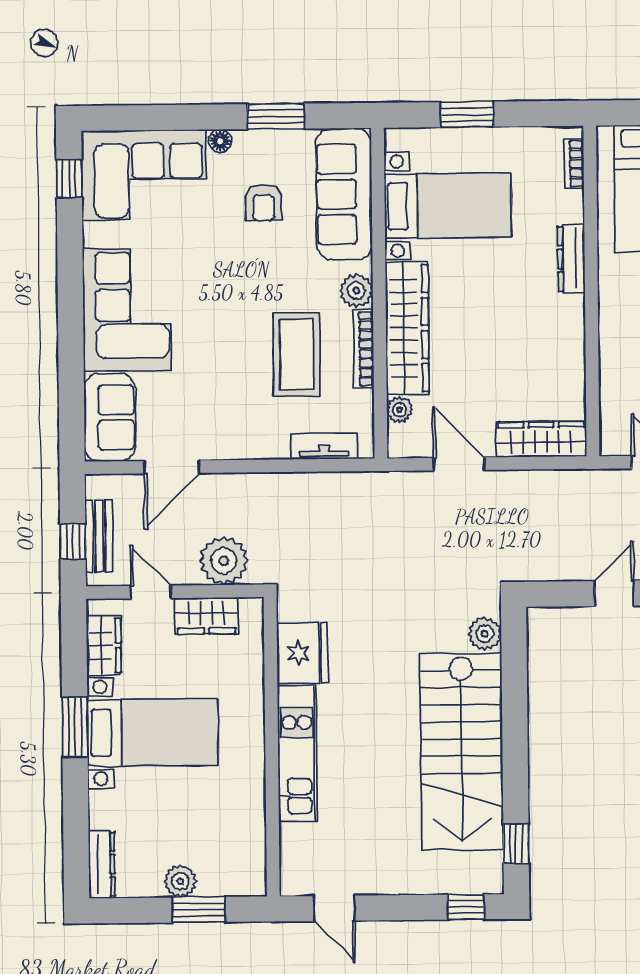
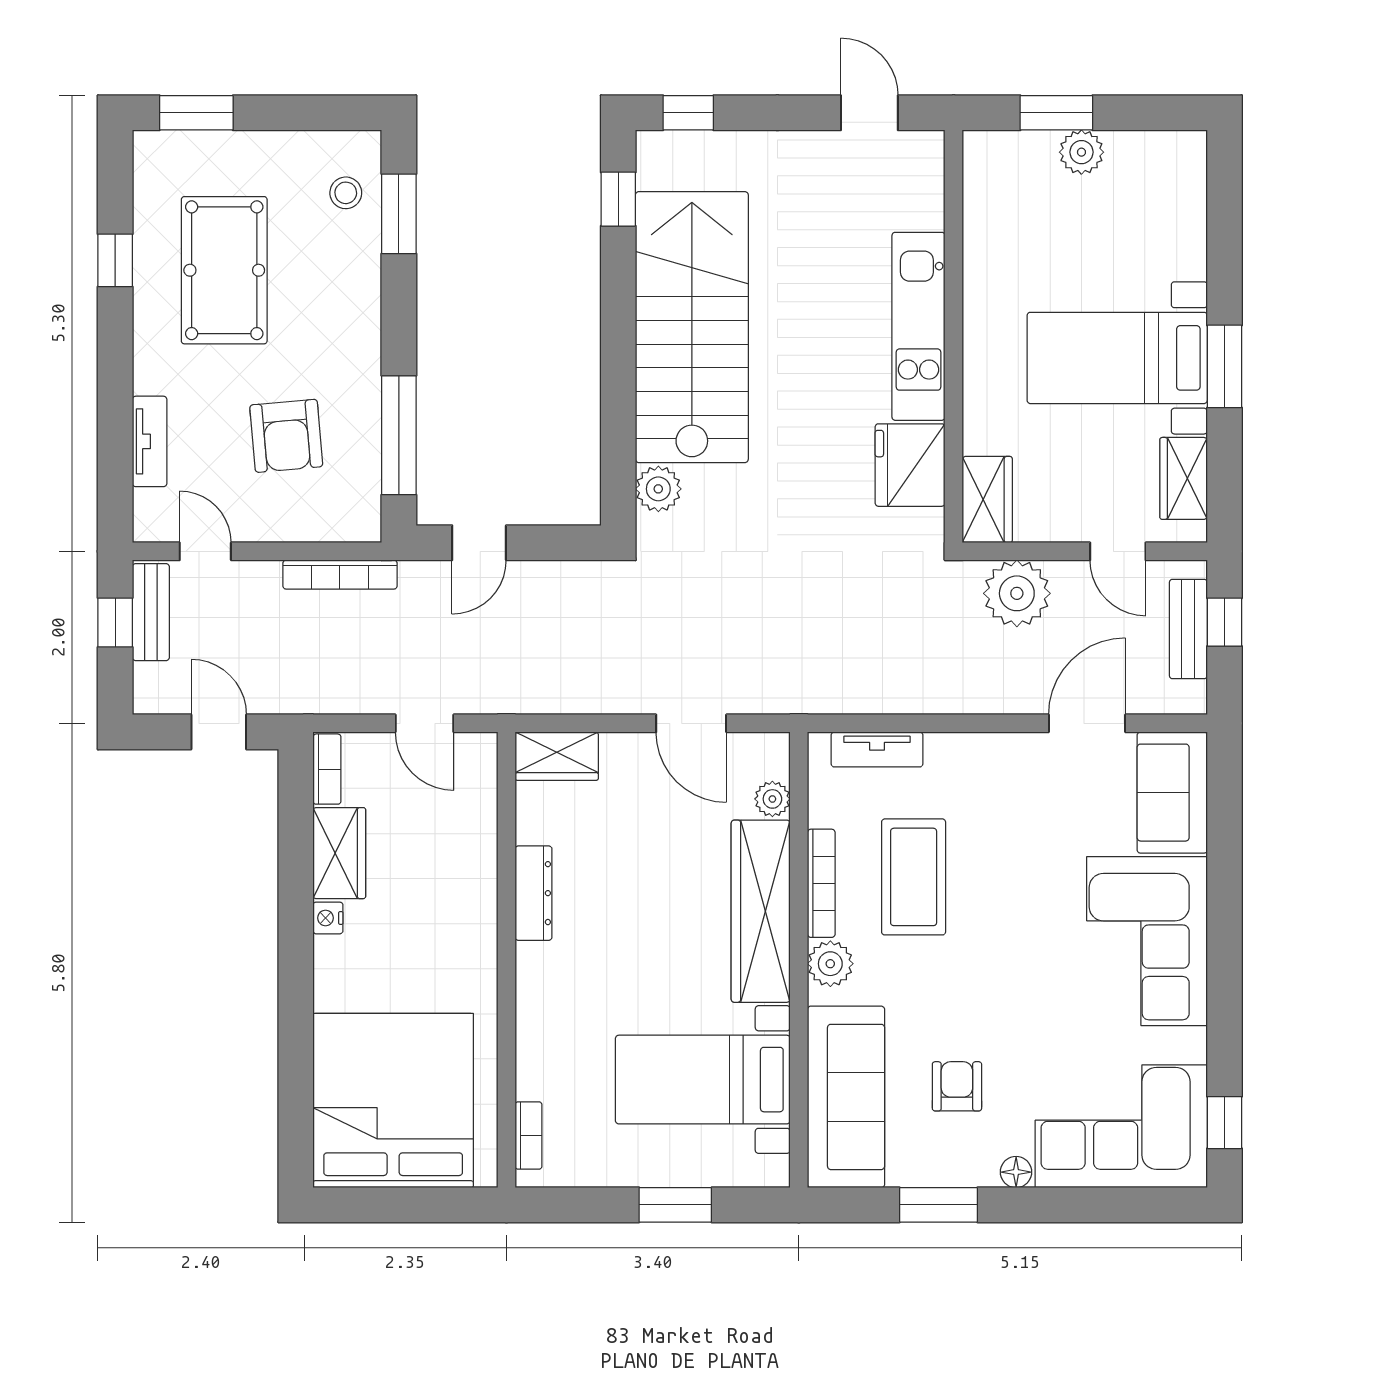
dresser: (571, 259) -> (533, 893), moved
wardrobe: (541, 439) -> (557, 756), width x0.67
wardrobe: (206, 616) -> (987, 500), moved, turned 90
dresser: (102, 864) -> (1189, 177), removed

